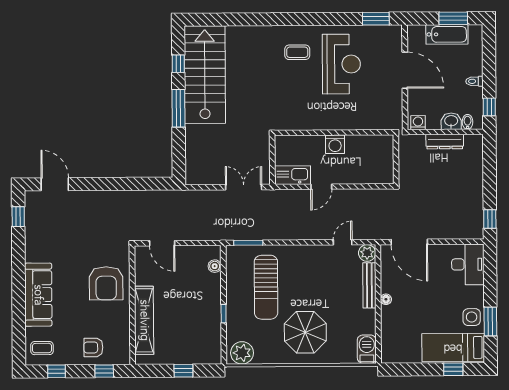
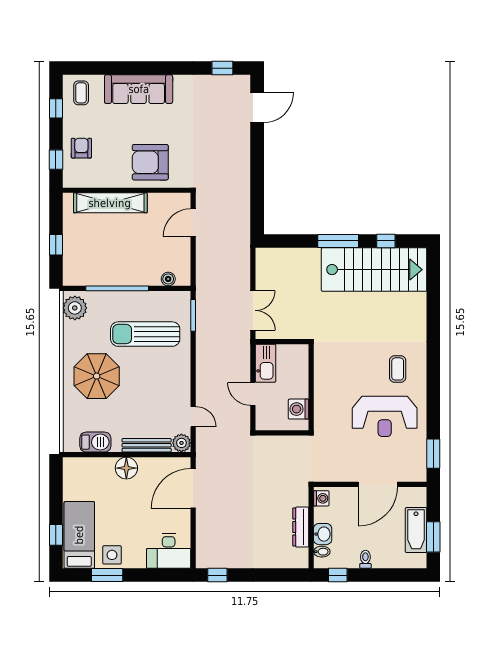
wall: (396, 159) -> (282, 433), moved
floor lamp: (386, 299) -> (126, 468), width x1.89, depth x1.89
window: (224, 314) -> (117, 288), width x3.17
barbecue: (367, 349) -> (95, 442), moved

